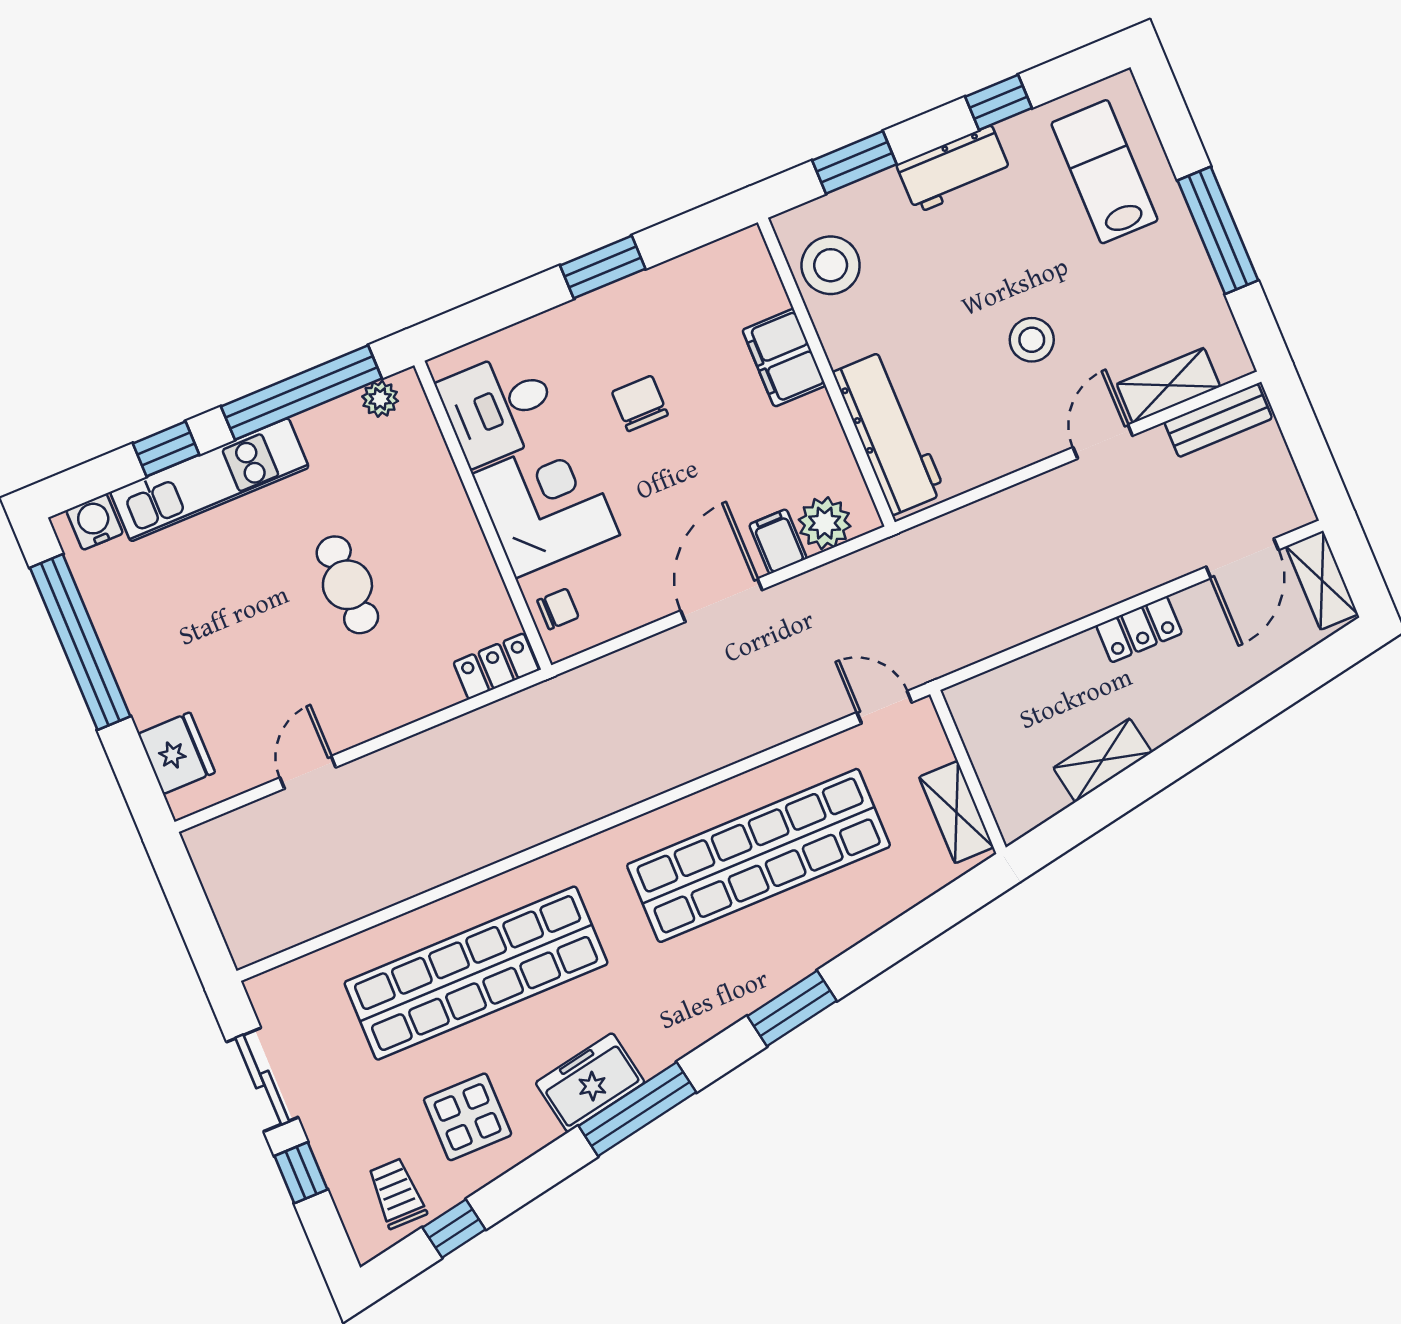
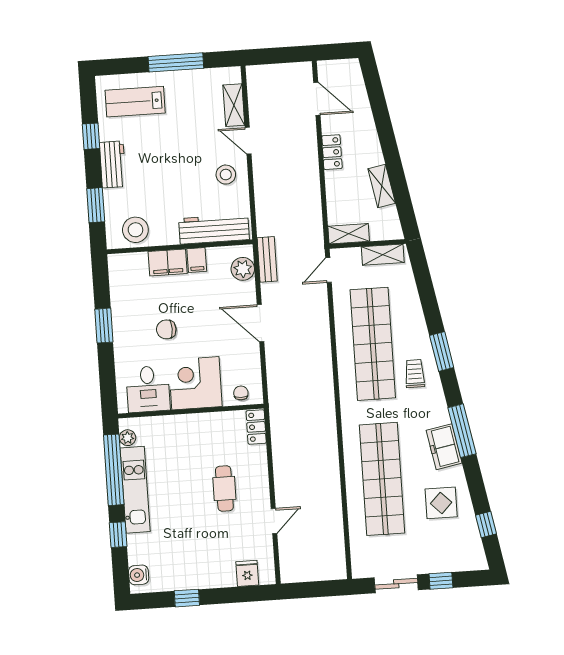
stool: (1032, 340) -> (226, 175), moved
bench: (1218, 420) -> (267, 259), moved
kitchen unit: (209, 480) -> (135, 490), moved
filing cabinet: (778, 542) -> (197, 260), moved, turned -90
shelving: (1322, 580) -> (349, 234), moved
cafe table: (347, 585) -> (224, 489), moved, turned 90
window: (80, 642) -> (187, 598), width x0.32
fridge: (177, 753) -> (247, 573), width x0.72
door: (308, 772) -> (274, 521), swing flipped
trolley: (397, 1193) -> (415, 373), moved, turned 90

